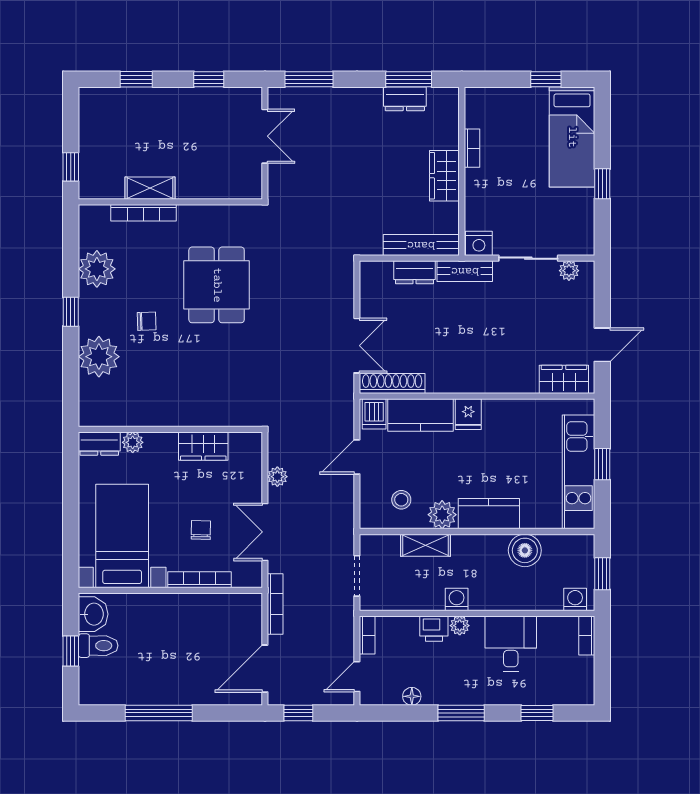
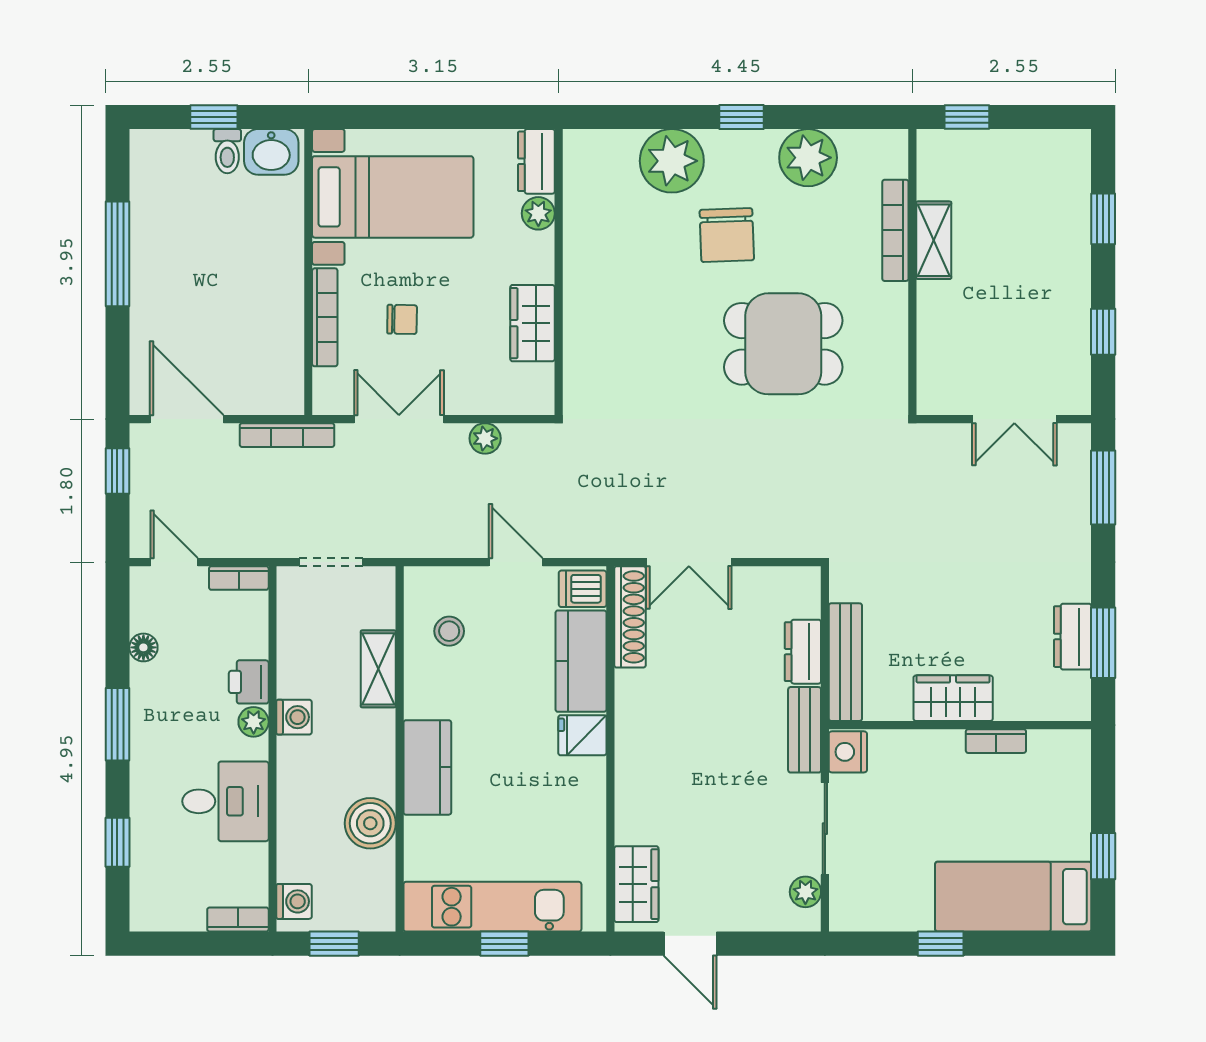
chair: (147, 321) -> (727, 235), width x1.87, depth x1.87
plant: (442, 515) -> (426, 695), removed
toilet: (98, 646) -> (227, 151), width x0.73, depth x0.72

